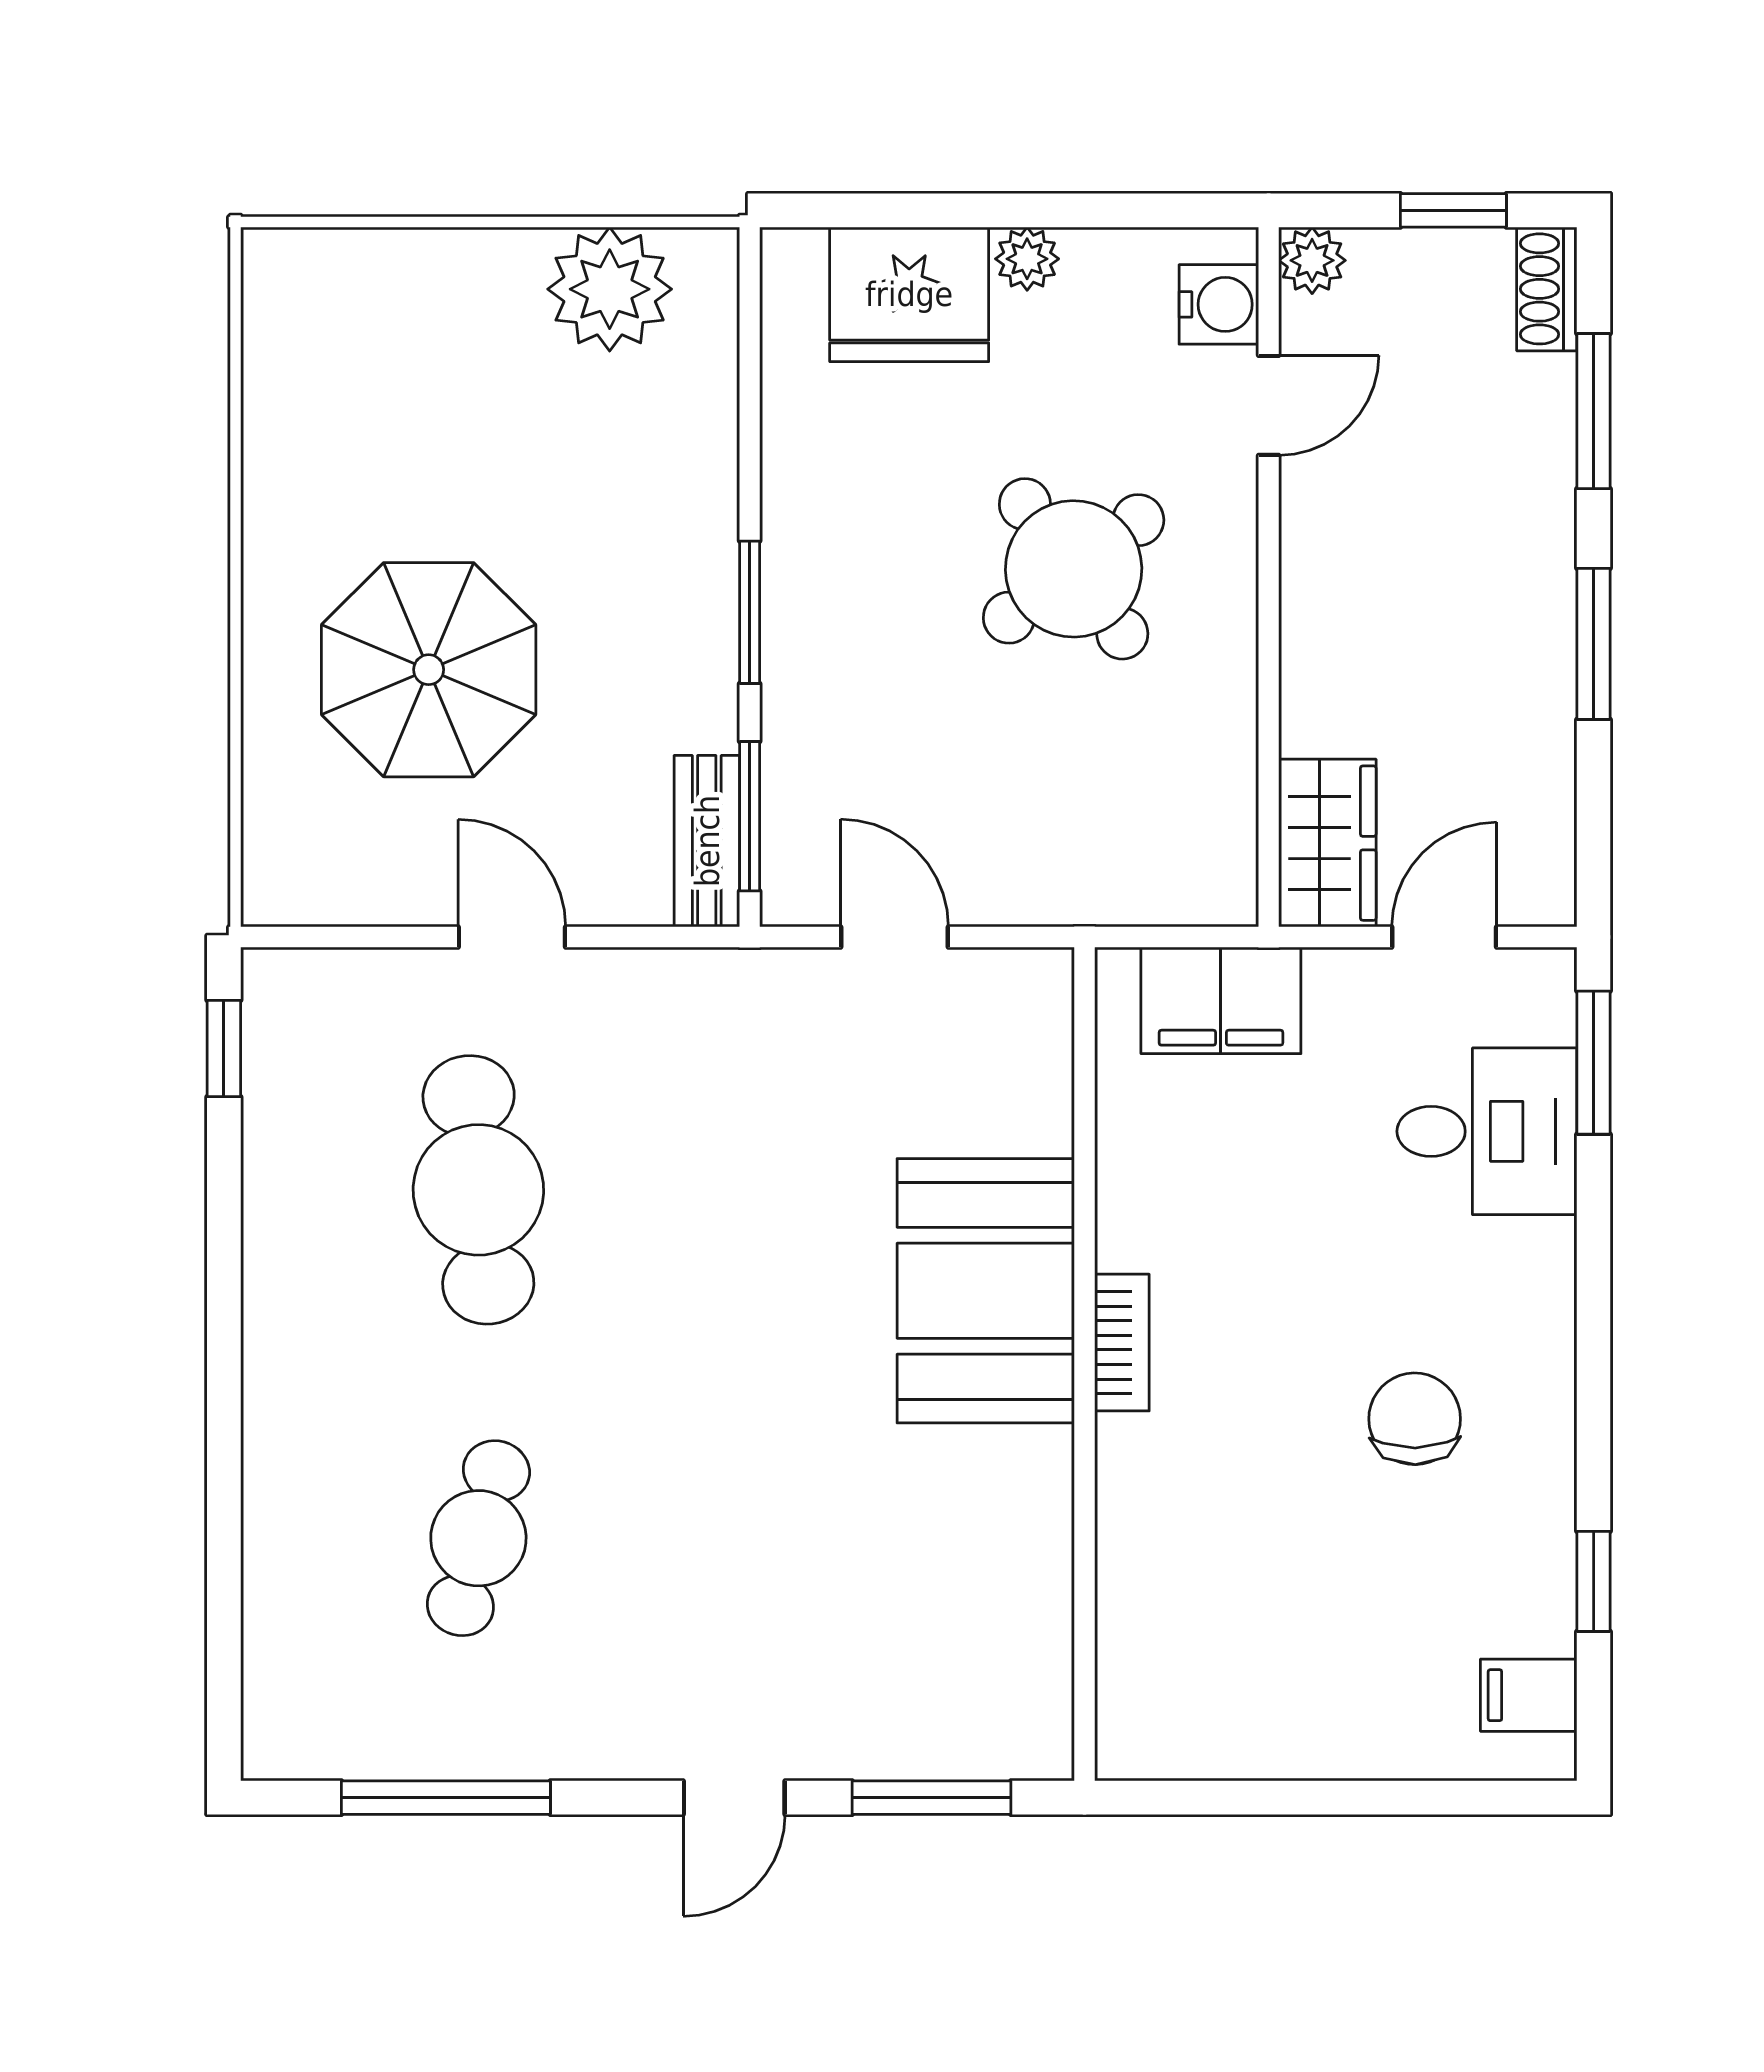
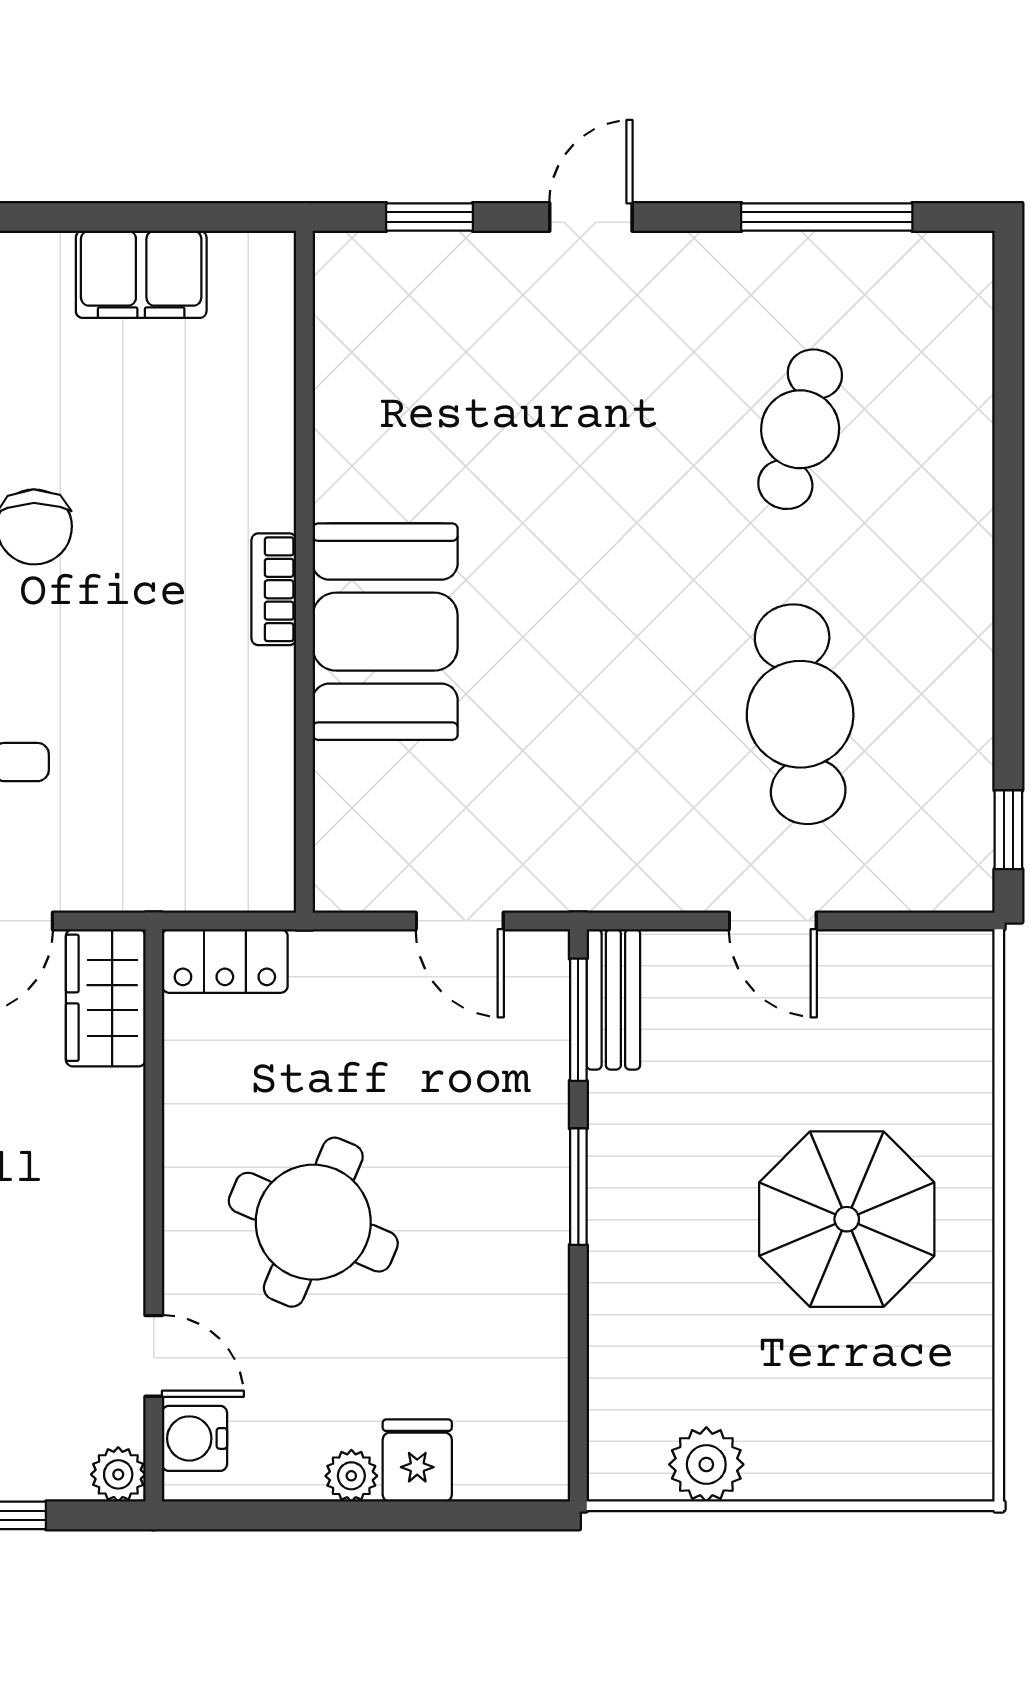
plant: (610, 289) -> (706, 1464), width x0.73, depth x0.73
fridge: (909, 294) -> (417, 1461), width x0.53, depth x0.75
door: (1269, 405) -> (154, 1356), swing flipped
round table: (1074, 569) -> (313, 1222), turned -30
parasol: (429, 670) -> (847, 1219), moved
locker: (1182, 888) -> (225, 961), added
filing cabinet: (1221, 1000) -> (141, 274), moved, turned 180
window: (931, 1798) -> (430, 217), width x0.67

